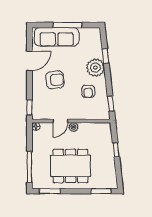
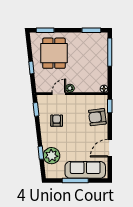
plant: (95, 68) -> (52, 156), moved
armchair: (55, 80) -> (97, 117), moved
door: (60, 121) -> (59, 94), moved
dining table: (71, 166) -> (54, 53), moved, width x0.73

